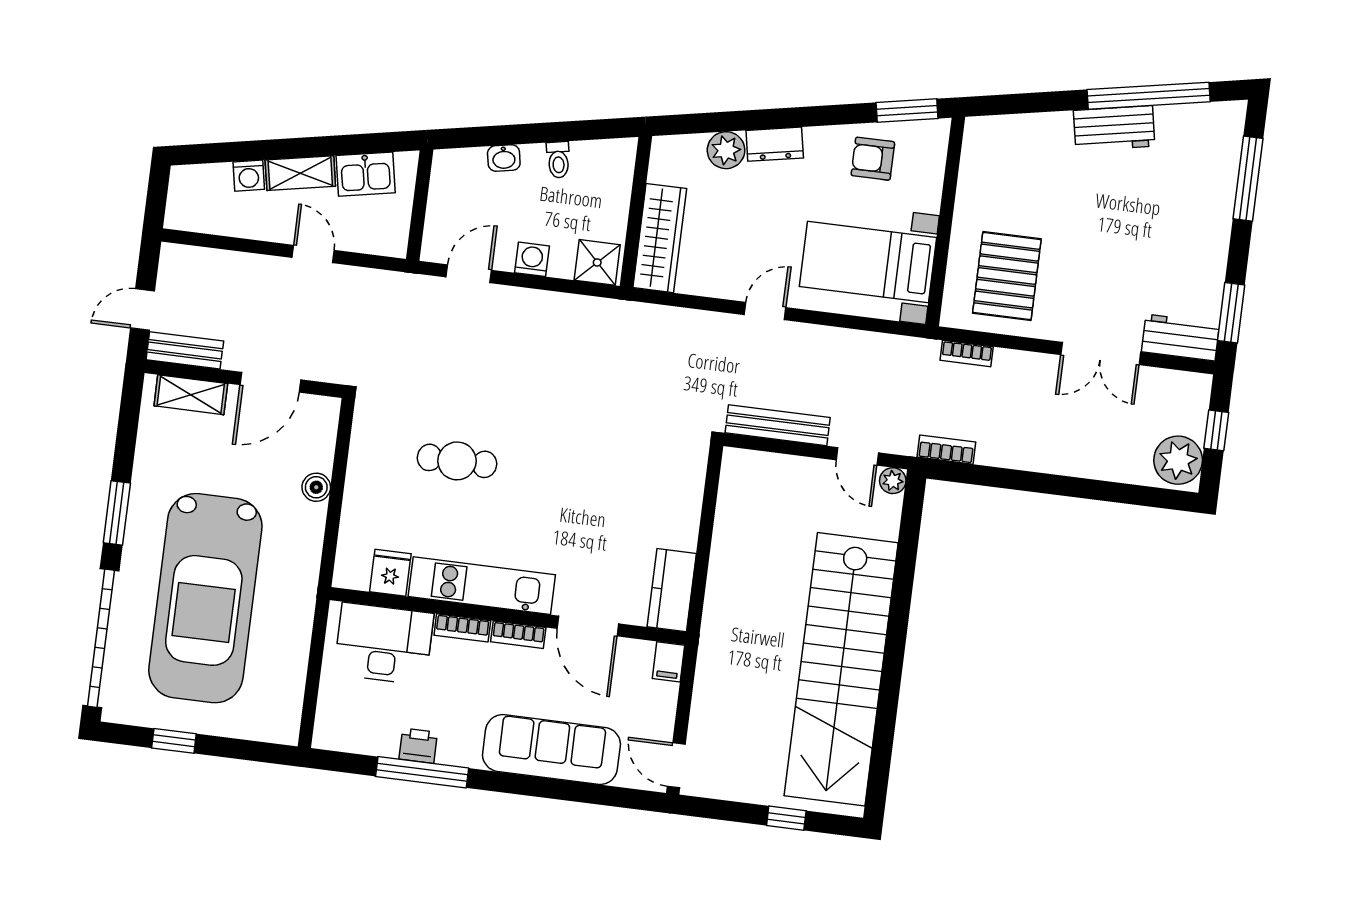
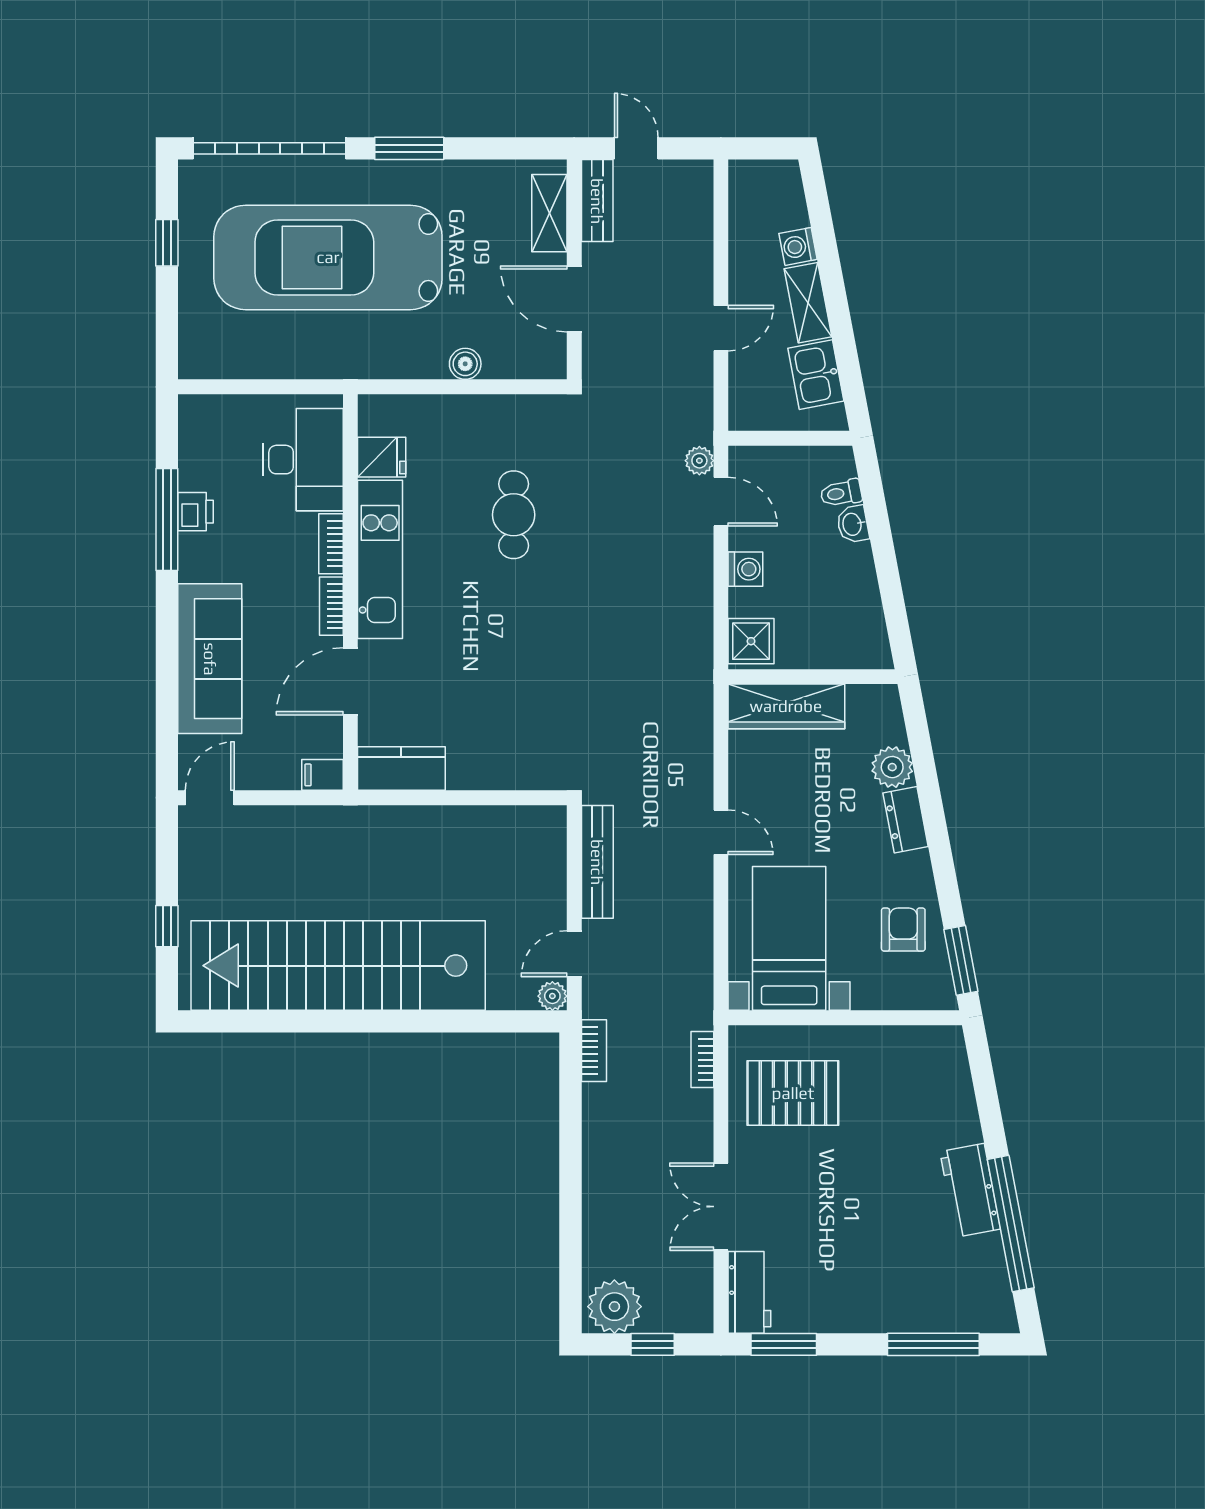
toilet: (558, 160) -> (841, 493), moved
plant: (430, 288) -> (699, 461), added

